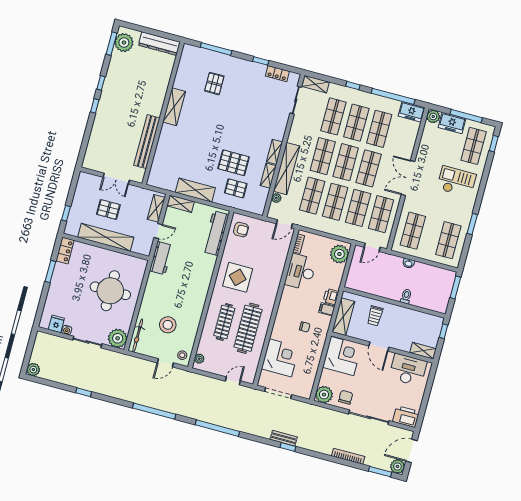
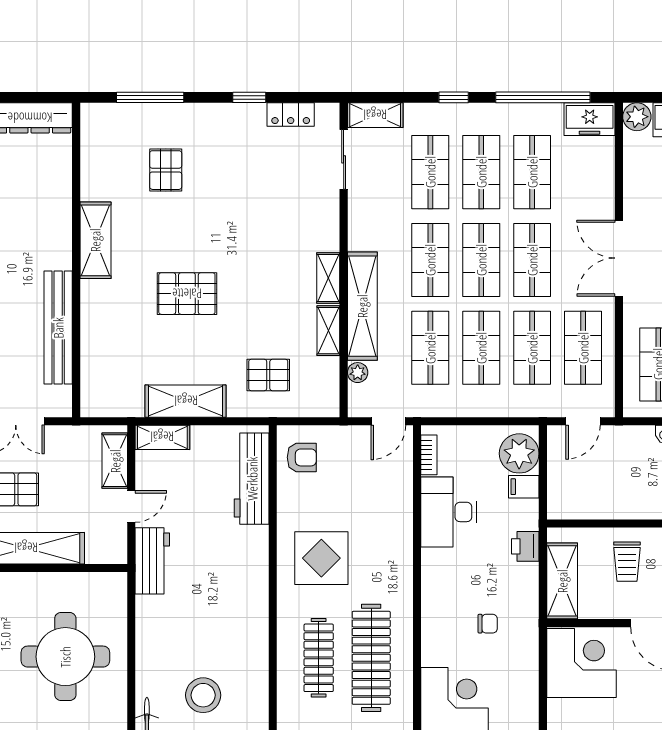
pallet: (234, 163) -> (187, 294), moved
filing cabinet: (327, 309) -> (524, 487), moved

